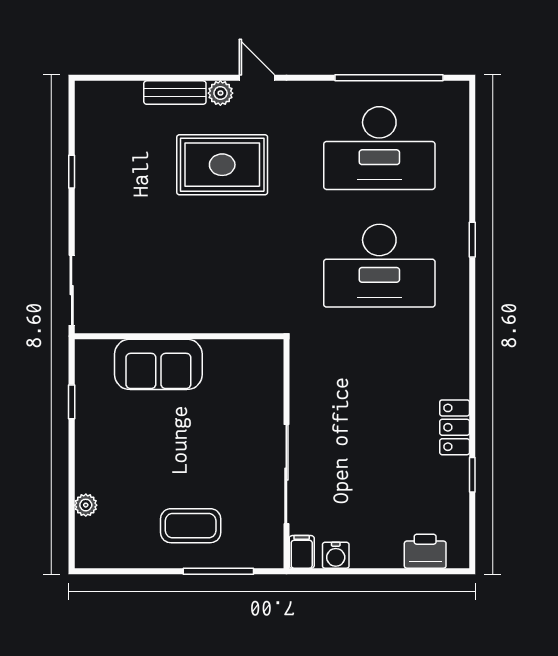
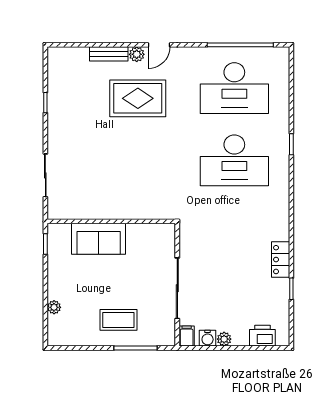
door: (257, 78) -> (159, 45), swing flipped
wall: (179, 336) -> (111, 221), moved
sofa: (158, 364) -> (99, 239), moved
plant: (363, 557) -> (224, 339), added

